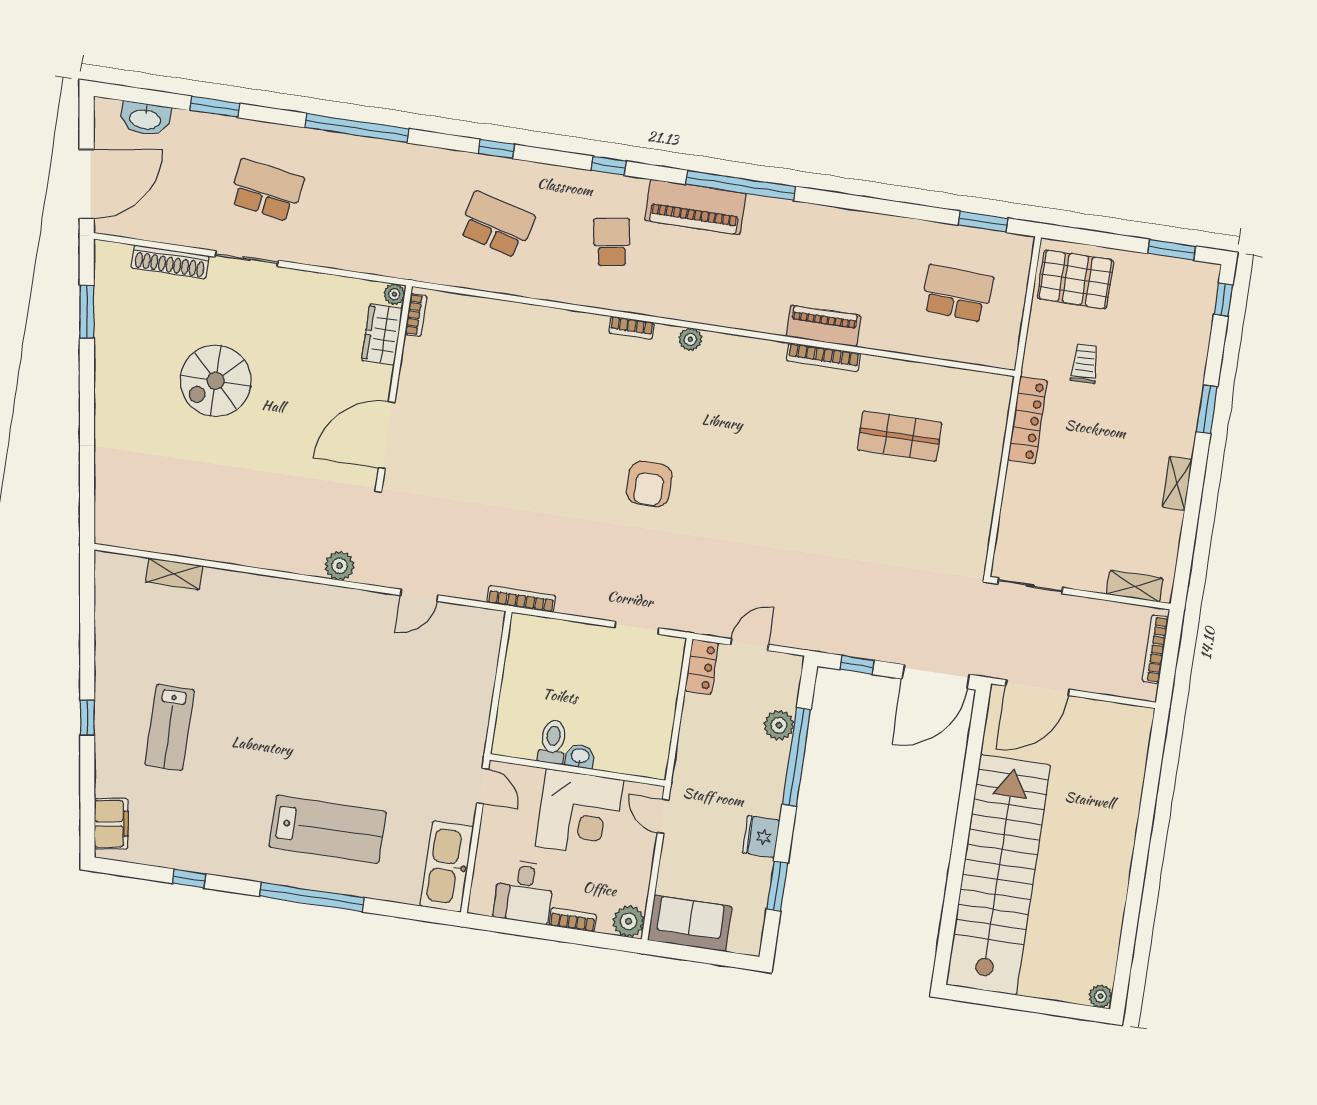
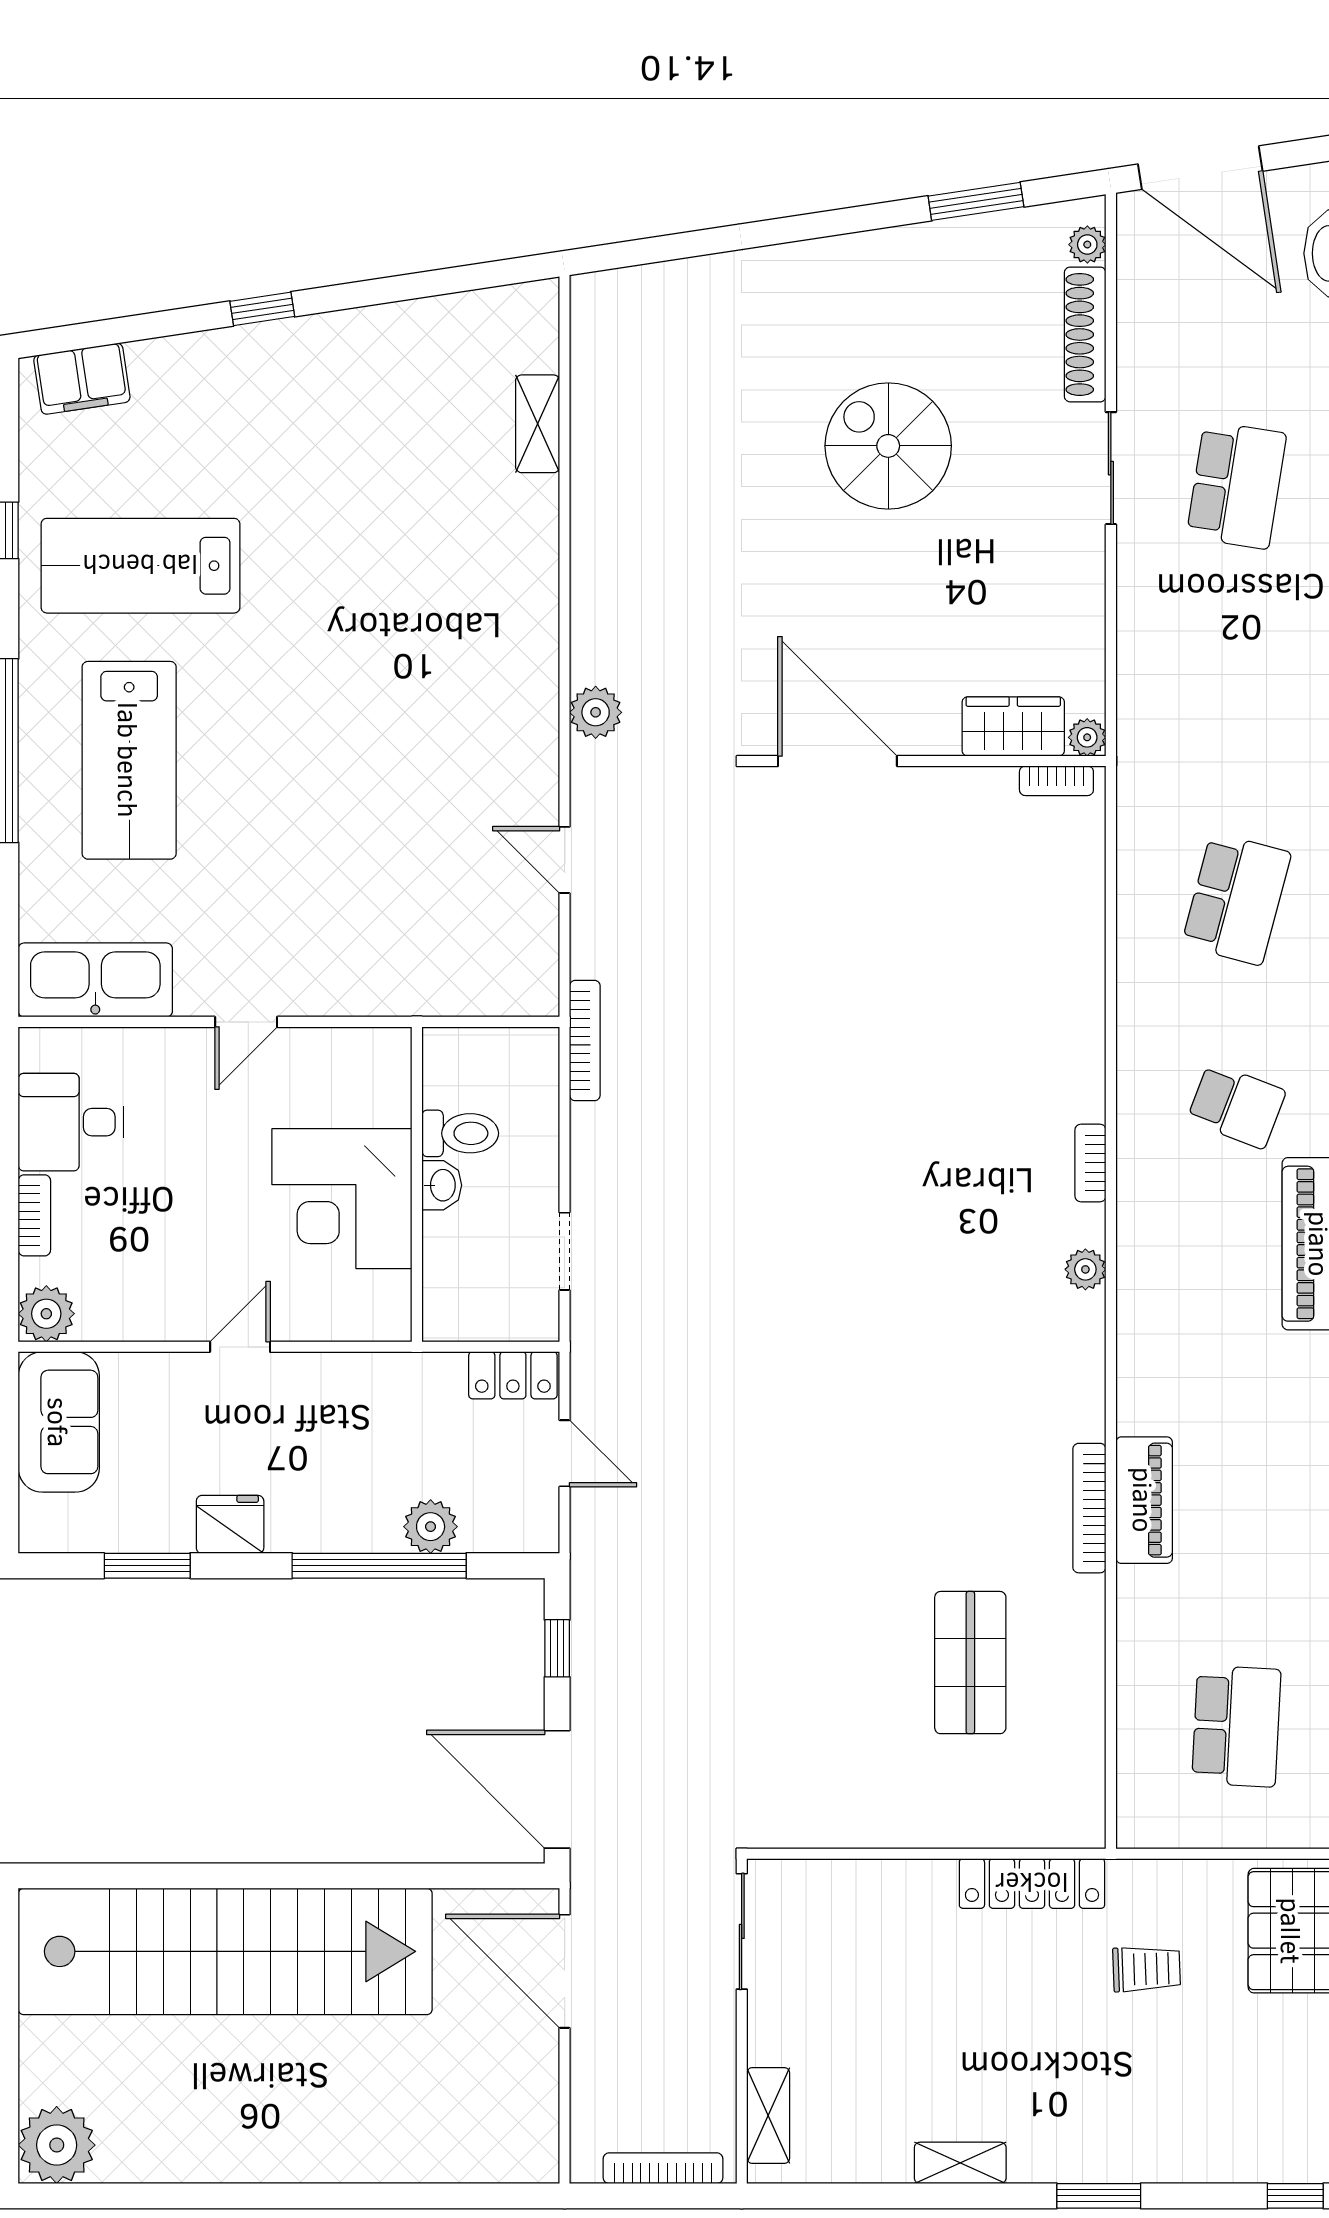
school desk: (612, 242) -> (1236, 1106), turned 30
plant: (120, 253) -> (1087, 245), added
armchair: (649, 484) -> (820, 1235), removed
lab bench: (169, 727) -> (140, 566), moved, width x1.36, depth x1.39
toilet: (553, 742) -> (460, 1133), moved
washbasin: (580, 756) -> (442, 1185), moved
wall: (578, 770) -> (417, 1184), moved
corner desk: (579, 813) -> (342, 1199), moved
plant: (1100, 996) -> (57, 2145), width x1.87, depth x1.87

